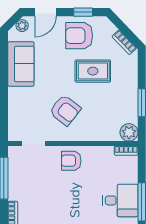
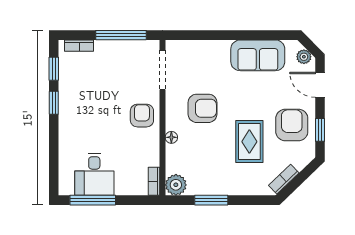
armchair: (65, 110) -> (203, 108), turned -128
floor lamp: (89, 136) -> (171, 137), added
doorway: (33, 144) -> (162, 70), width x1.38

